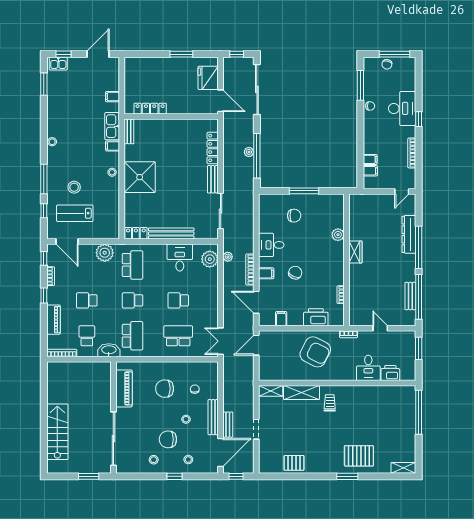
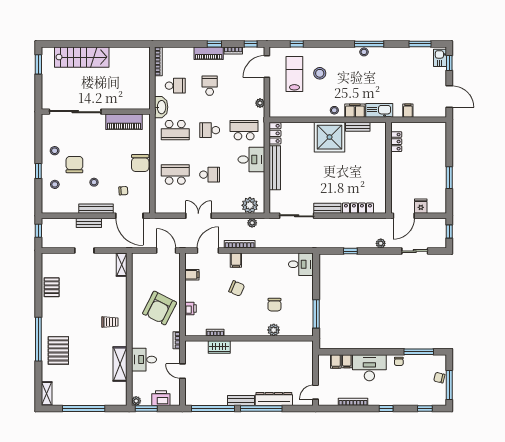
fridge: (208, 78) -> (421, 206), width x0.53, depth x0.75
window: (419, 79) -> (425, 408), added
sliding door: (257, 89) -> (415, 251), width x0.54
desk: (402, 108) -> (369, 368), moved, turned 180
locker: (150, 109) -> (396, 142), width x0.66
bench: (129, 131) -> (358, 127), moved
filing cabinet: (113, 146) -> (355, 111), width x2.00
plant: (249, 152) -> (381, 243), moved
window: (257, 156) -> (350, 251), width x0.32
window: (44, 179) -> (369, 44), moved
window: (304, 191) -> (316, 314), moved
door: (402, 192) -> (316, 392), hinge flipped
chair: (294, 216) -> (274, 305), moved
desk: (271, 245) -> (301, 264), moved, turned 90
wardrobe: (355, 252) -> (219, 347), moved
plant: (105, 253) -> (260, 103), width x0.53, depth x0.53
desk: (180, 258) -> (251, 159), moved
school desk: (132, 265) -> (244, 130), turned 180
bench: (410, 296) -> (241, 400), moved
school desk: (132, 300) -> (210, 130), turned -90
school desk: (178, 300) -> (210, 175), turned 90
printer: (316, 317) -> (190, 308), width x0.53, depth x0.68
piano: (53, 320) -> (209, 53), moved
door: (380, 328) -> (182, 371), swing flipped
school desk: (178, 336) -> (175, 175), turned -90
double door: (221, 341) -> (198, 216), moved
window: (419, 348) -> (146, 408), moved
printer: (390, 373) -> (161, 398), moved, turned -90
plant: (411, 376) -> (136, 401), added
chair: (165, 389) -> (140, 163), moved, turned 180
shelving: (301, 393) -> (120, 364), moved
window: (419, 412) -> (84, 408), moved
door: (221, 452) -> (129, 216), moved
window: (89, 476) -> (38, 64), moved
window: (347, 476) -> (38, 339), width x2.11

